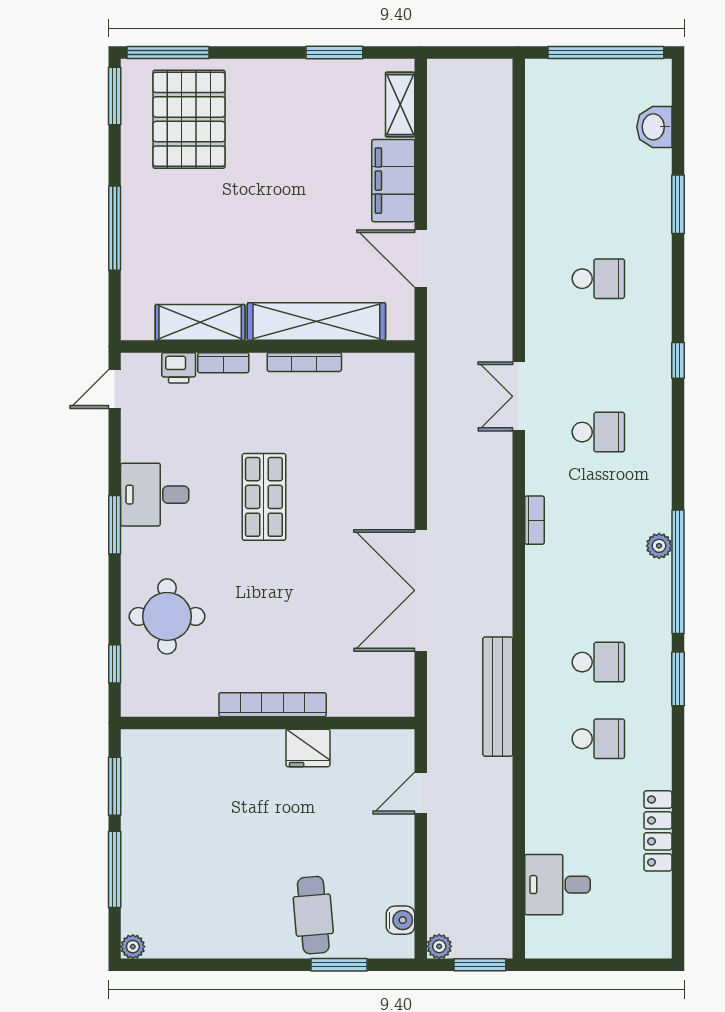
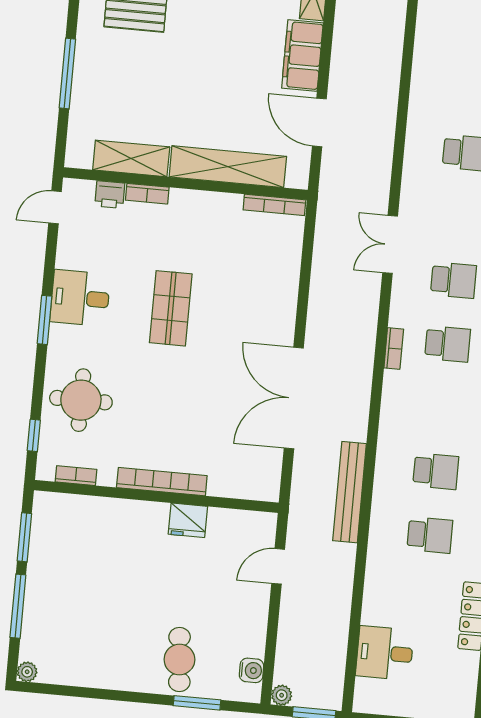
bookcase: (304, 362) -> (274, 205), moved
school desk: (598, 509) -> (448, 344), added
bookcase: (169, 707) -> (76, 476), added

